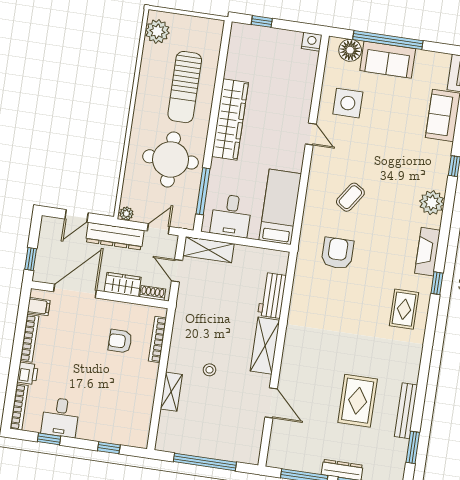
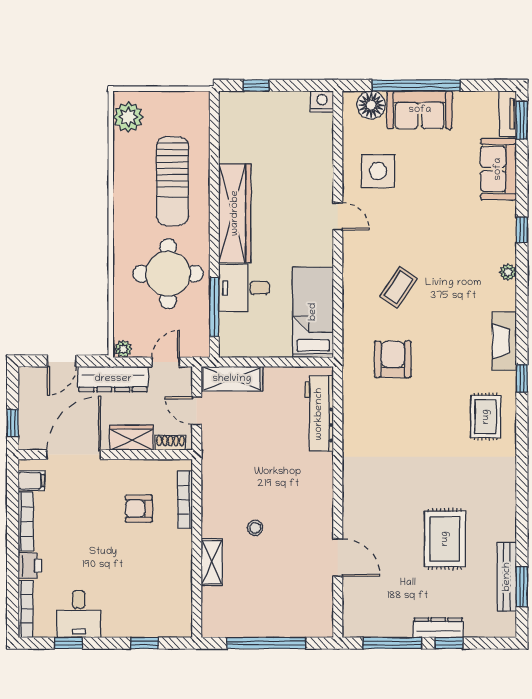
plant: (432, 203) -> (508, 272), width x0.53, depth x0.53
desk: (231, 216) -> (244, 288), moved, turned 90
workbench: (272, 295) -> (319, 414), width x1.38
shelving: (265, 346) -> (320, 488), removed
bench: (406, 411) -> (507, 577), moved

